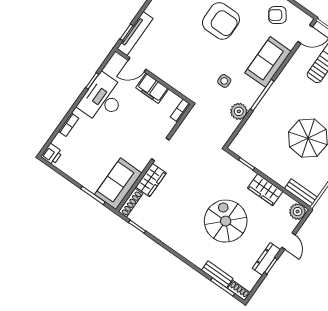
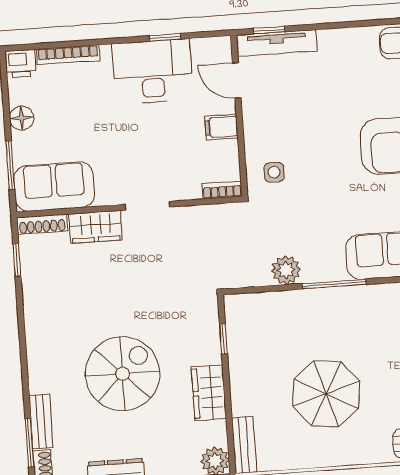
side table: (224, 81) -> (274, 172), moved
filing cabinet: (152, 88) -> (221, 127), width x0.50
bookcase: (69, 125) -> (68, 55), width x1.56
floor lamp: (76, 173) -> (22, 118), added

